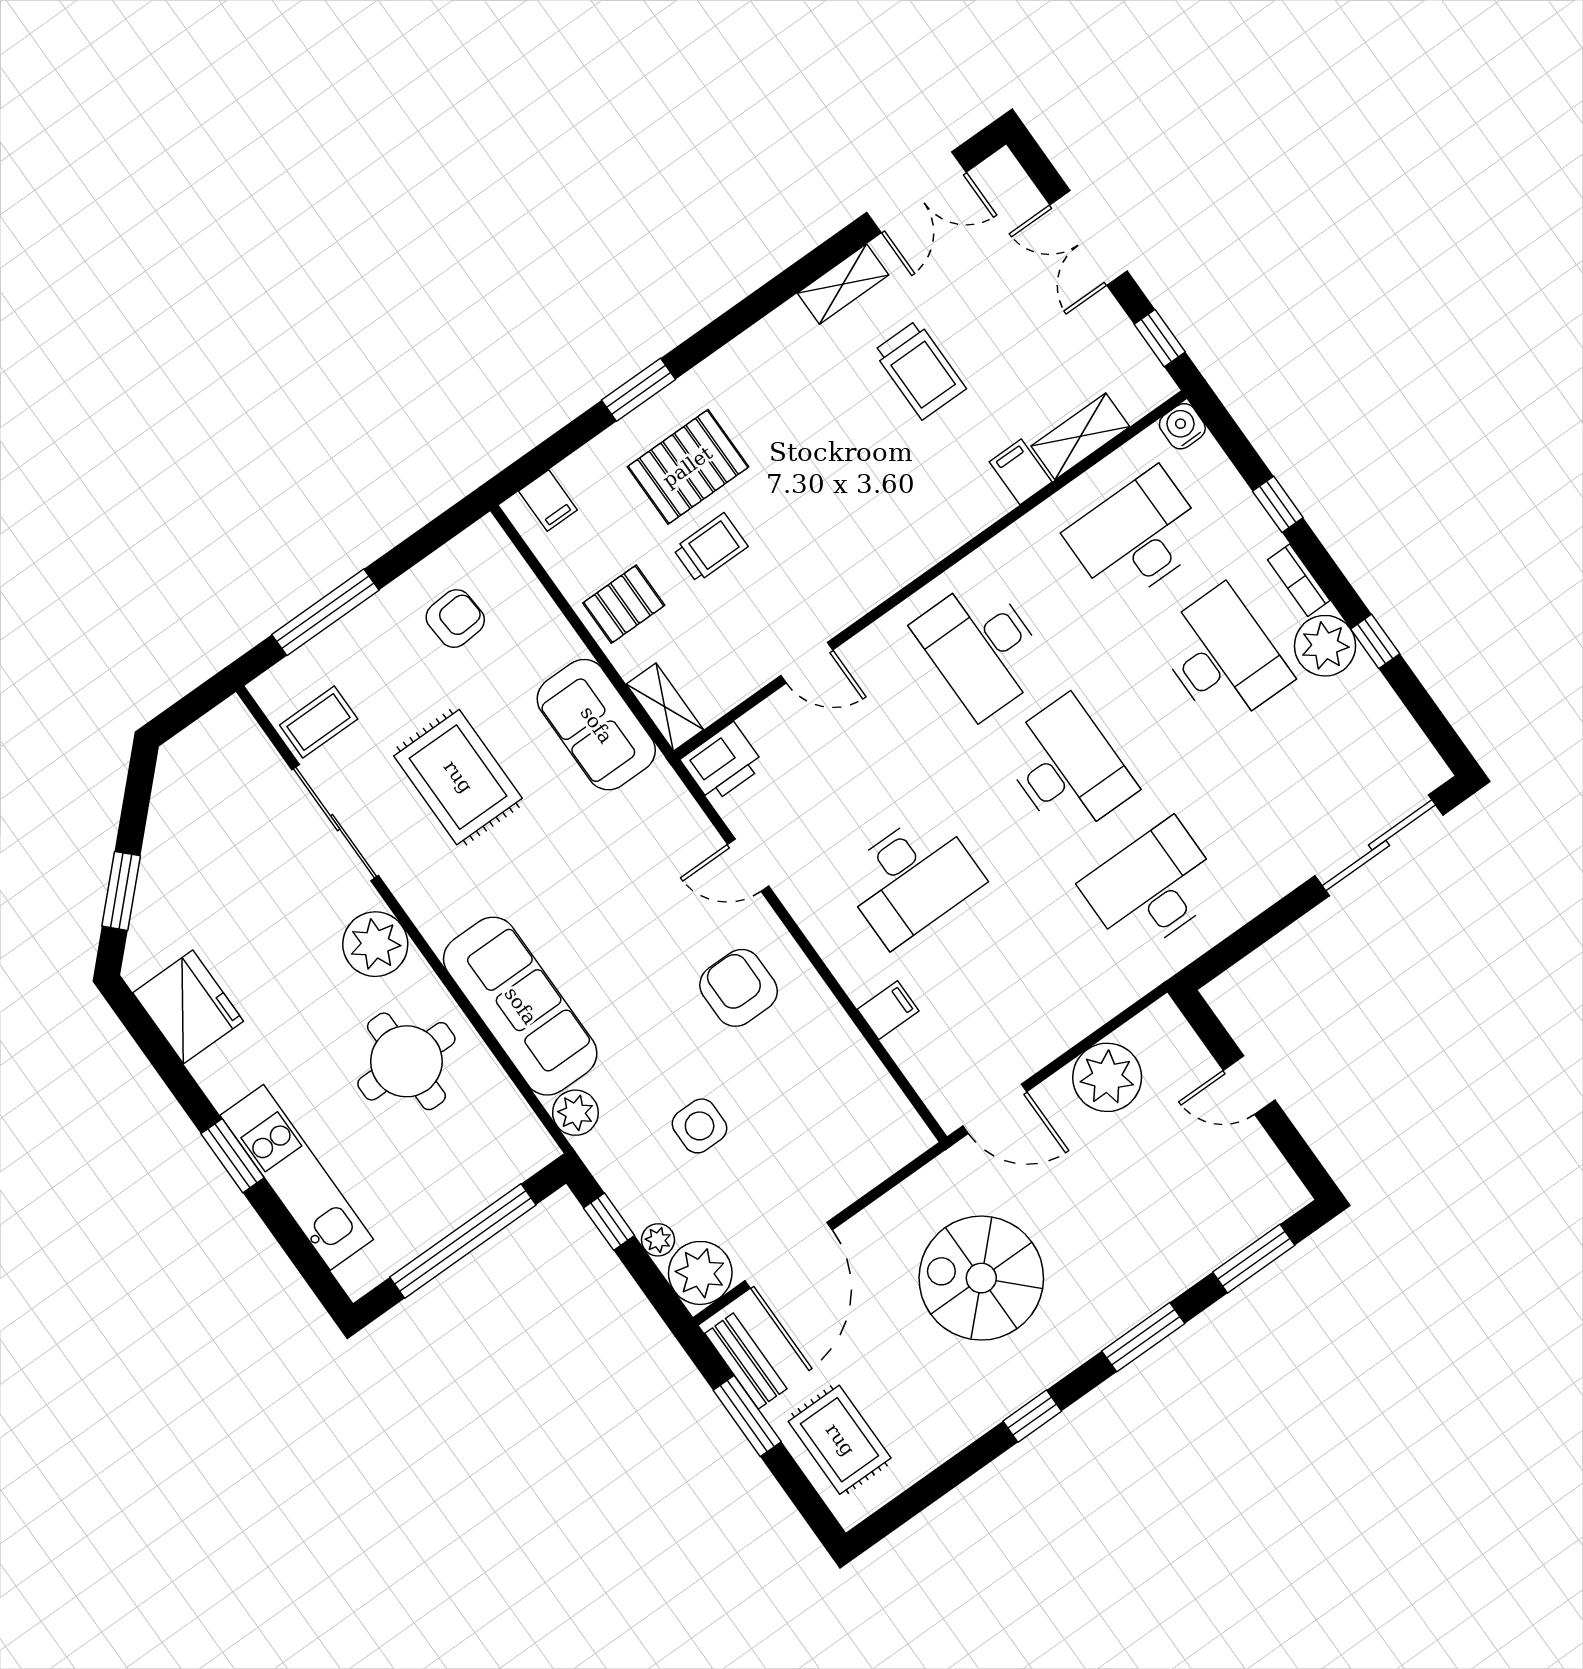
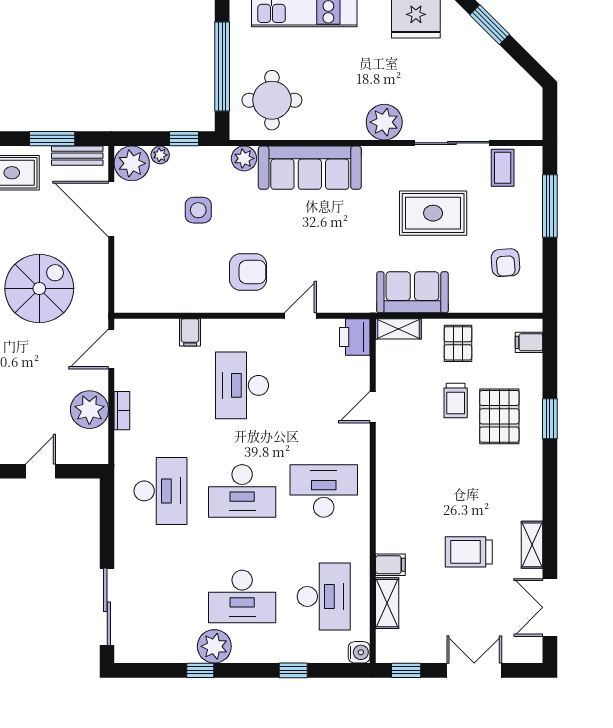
bookcase: (1299, 580) -> (122, 411), moved, turned 90
round table: (406, 1061) -> (272, 100), moved

